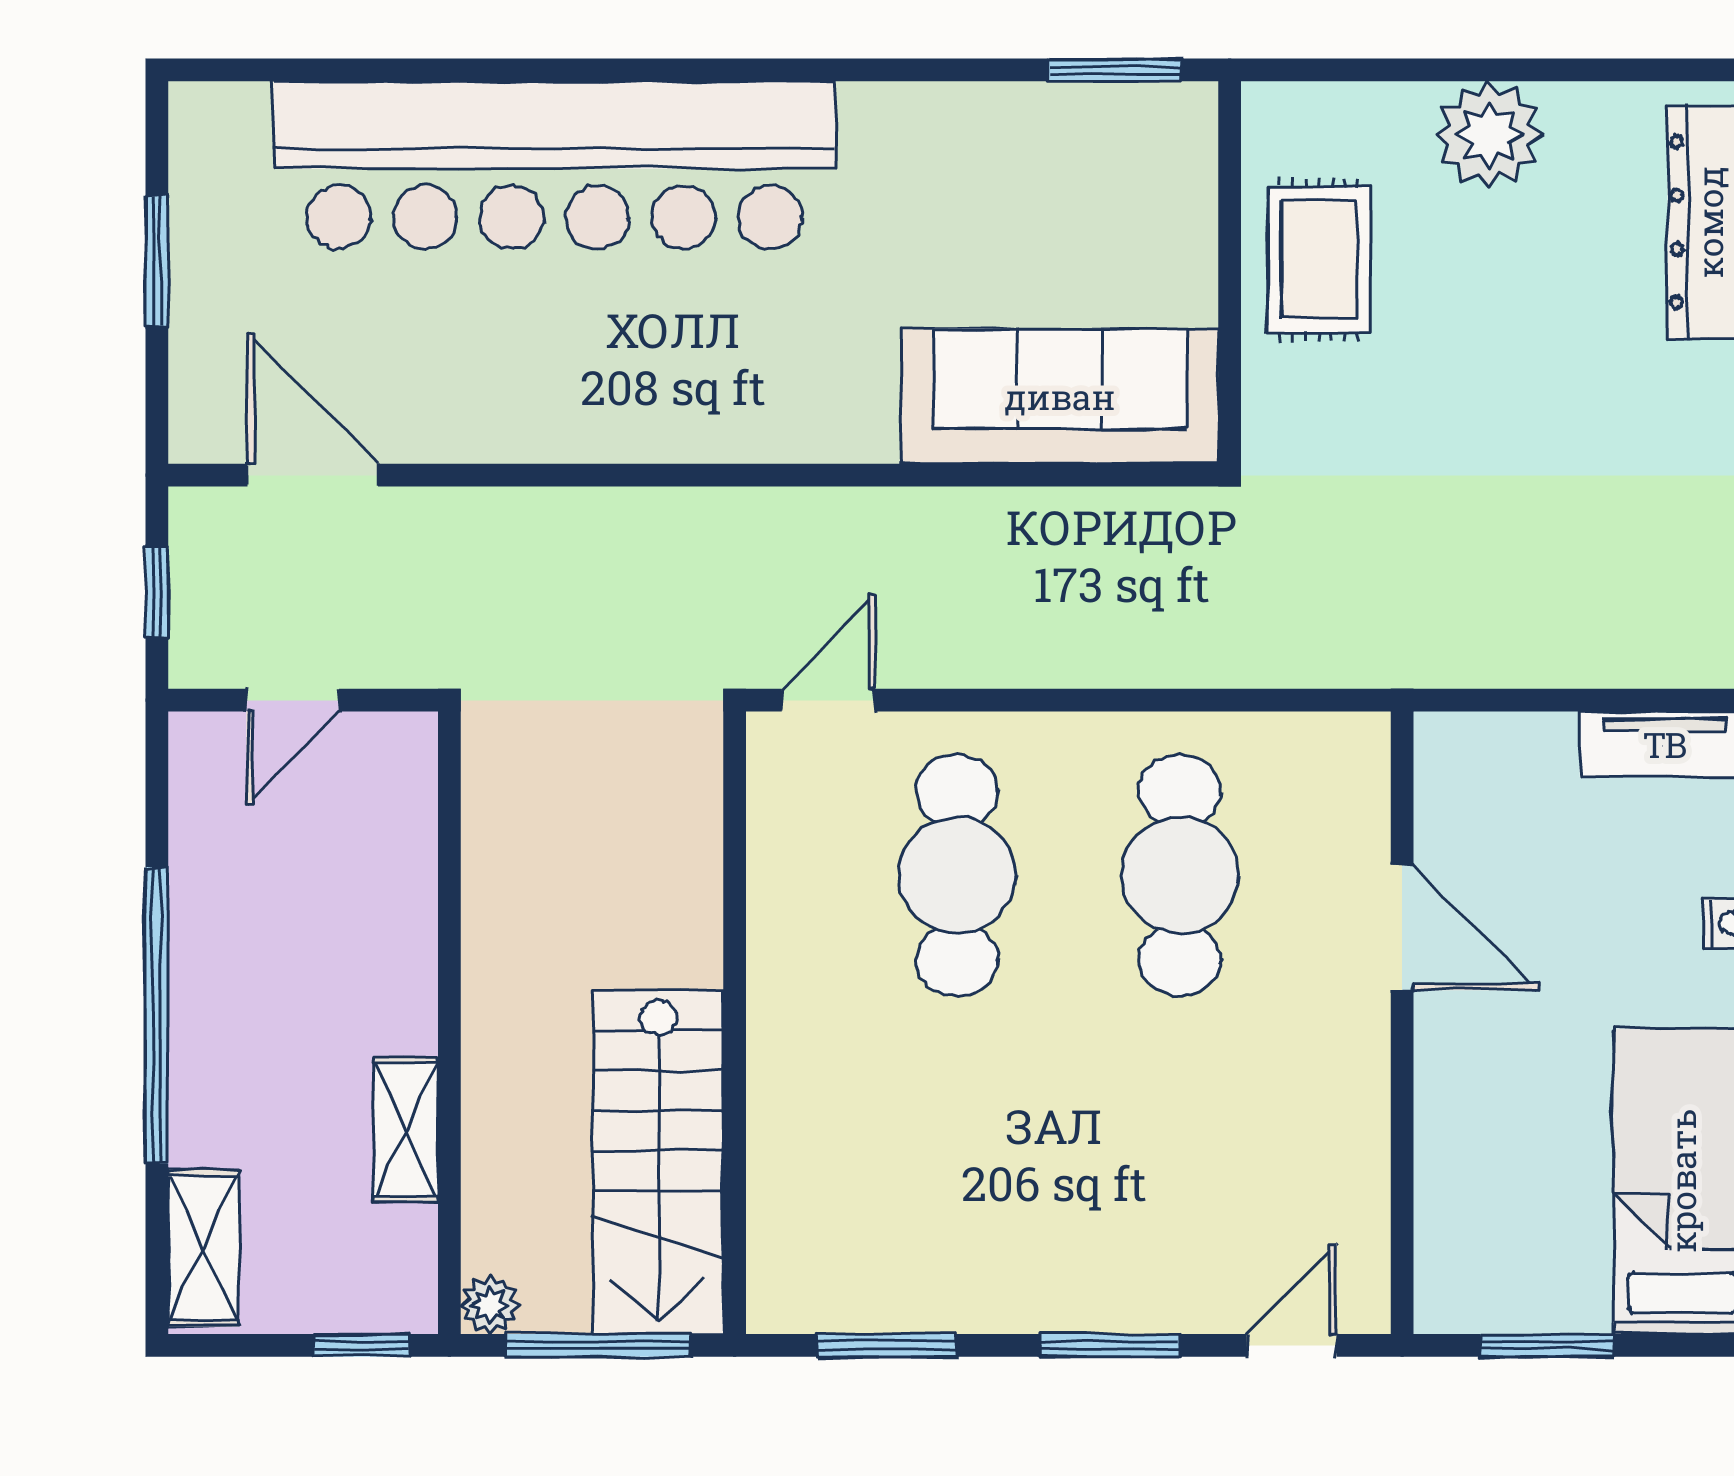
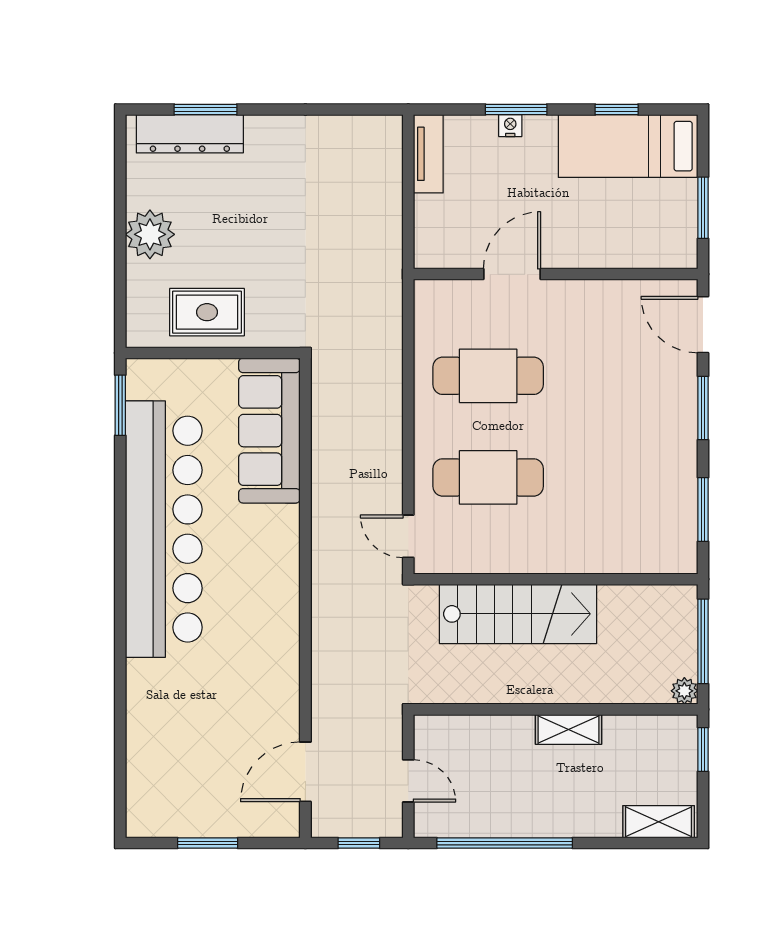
bar counter: (554, 165) -> (164, 529), moved
window: (157, 1015) -> (505, 843), moved
shelving: (406, 1130) -> (569, 729), moved
stairs: (658, 1162) -> (518, 614), moved
door: (1292, 1345) -> (703, 325), width x1.37

